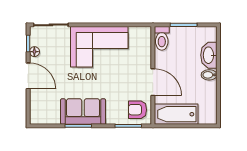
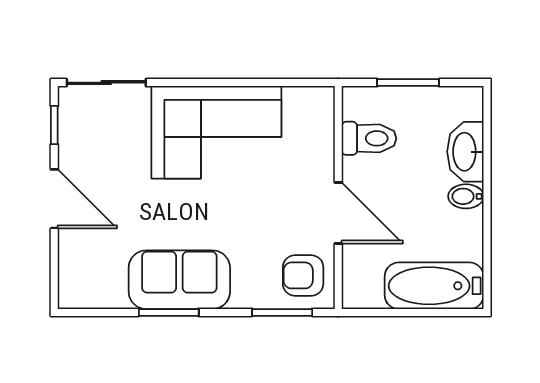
toilet: (162, 38) -> (369, 138), moved, turned -90
floor lamp: (34, 52) -> (69, 144), removed
bathtub: (176, 114) -> (434, 286), moved

